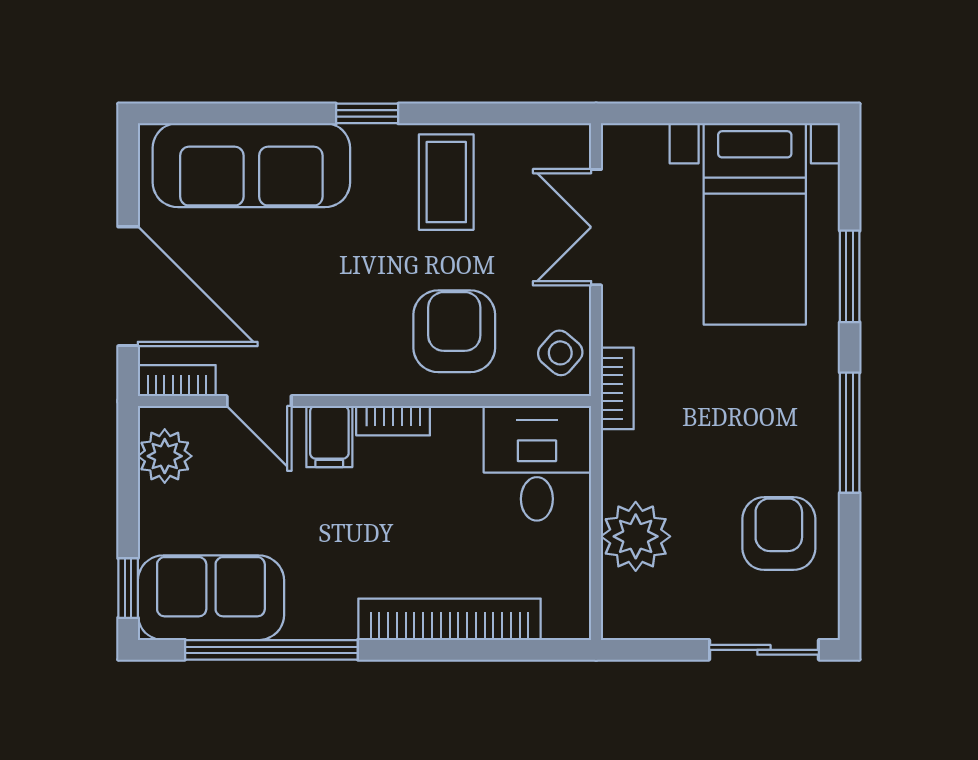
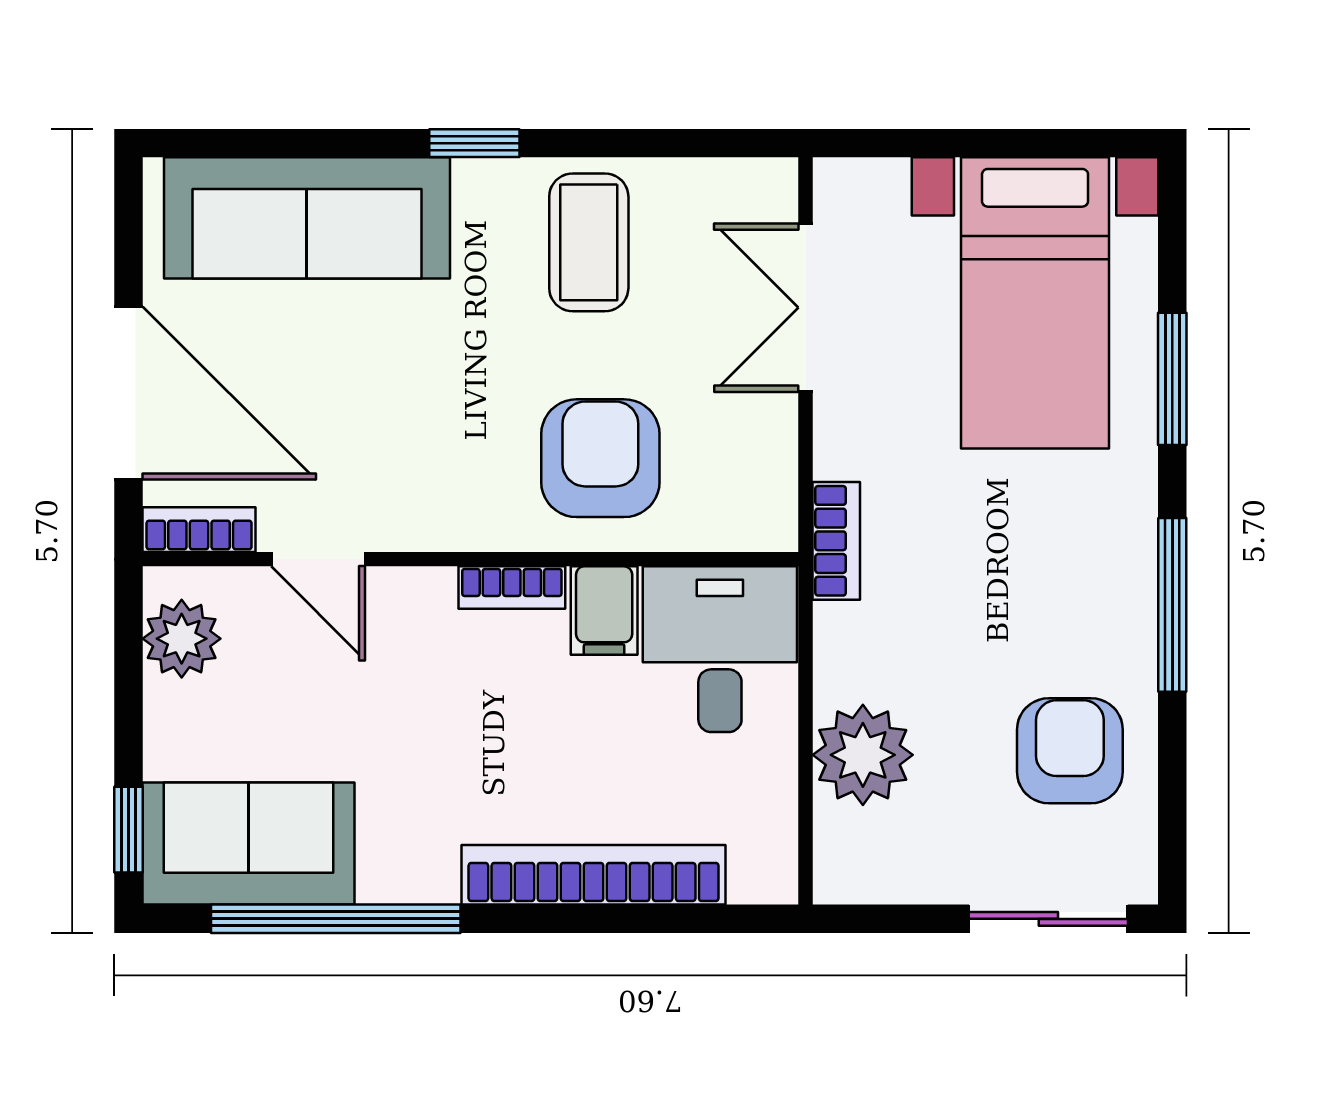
side table: (560, 353) -> (754, 489), removed
filing cabinet: (329, 437) -> (604, 611), moved

